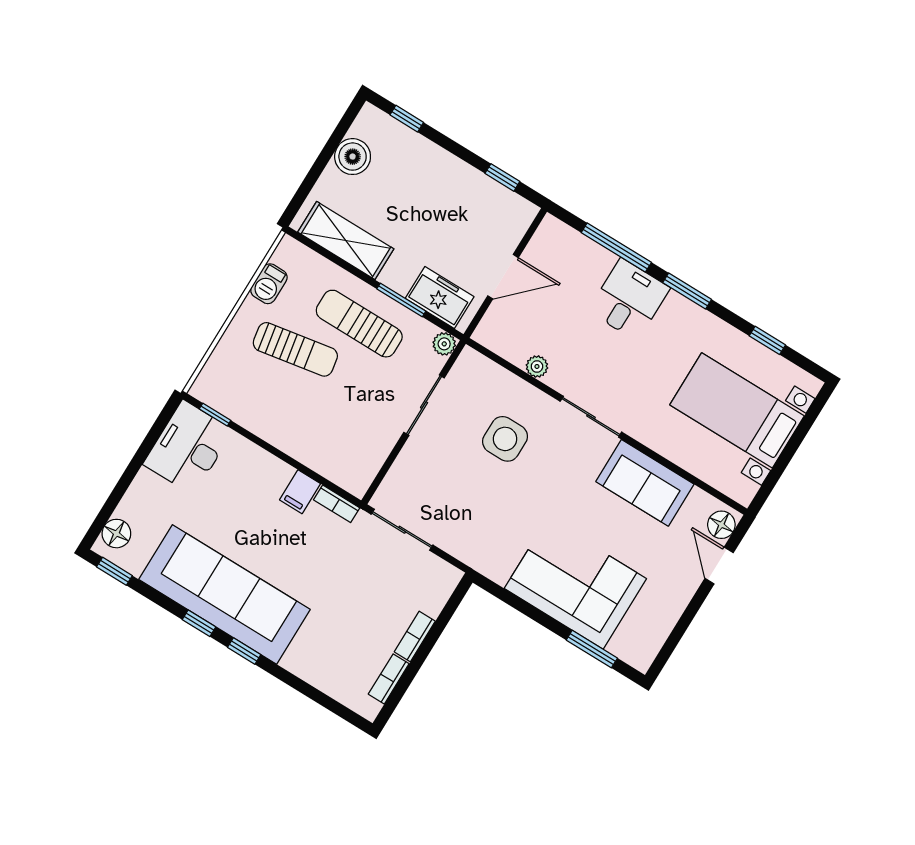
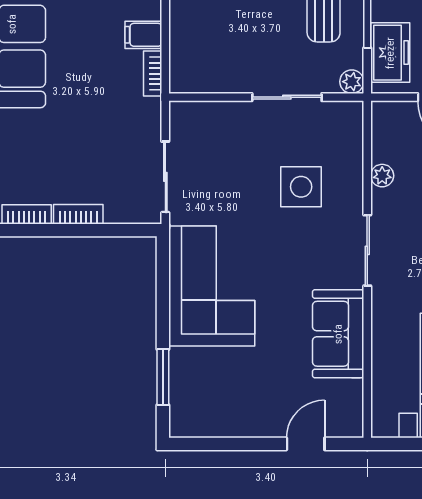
floor lamp: (721, 525) -> (343, 424), removed
sliding door: (402, 530) -> (165, 177), moved
corner sofa: (575, 584) -> (212, 286), moved

